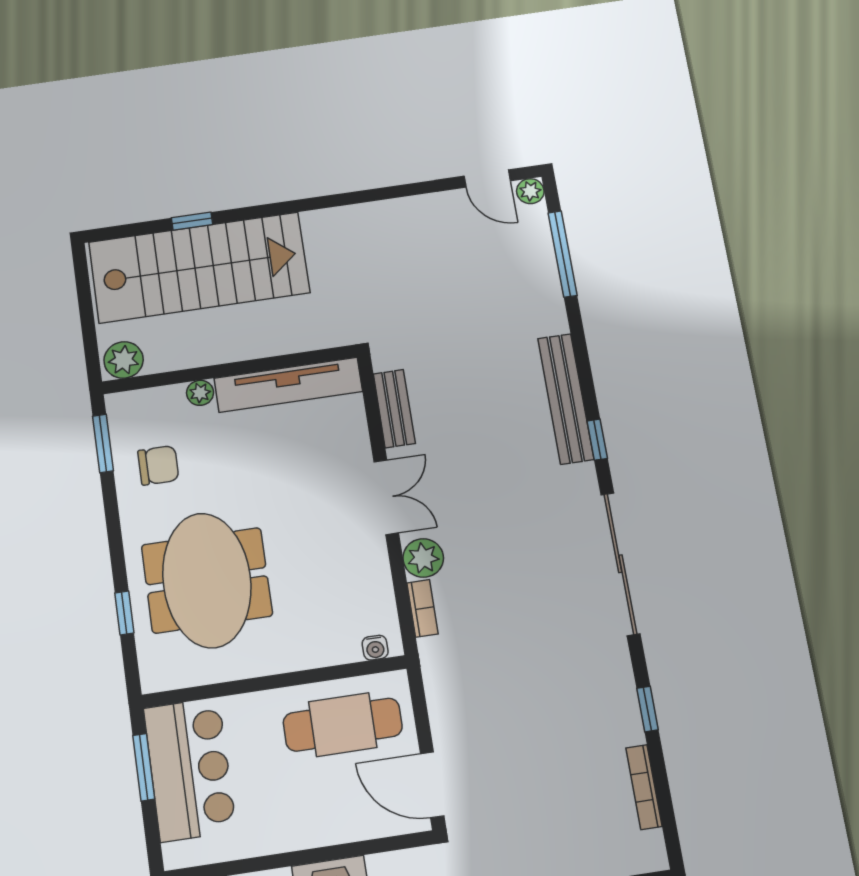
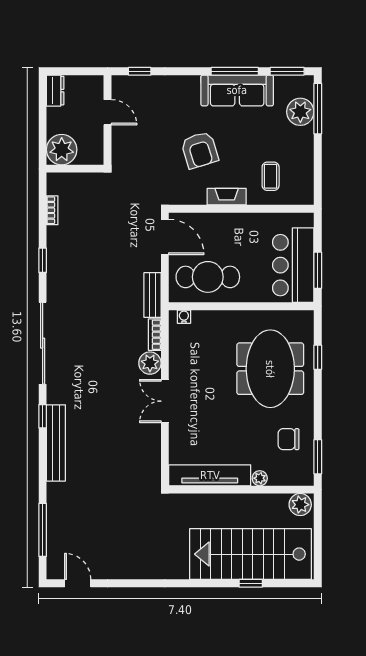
plant: (530, 191) -> (54, 572), removed
bench: (394, 409) -> (153, 295), moved
bookcase: (644, 787) -> (52, 210), width x0.64

